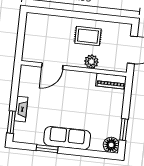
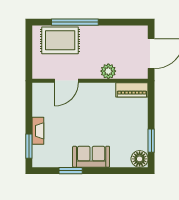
window: (66, 13) -> (75, 22), added
rug: (88, 36) -> (60, 40), moved, width x1.36, depth x1.43
sofa: (67, 138) -> (91, 157), width x0.73

